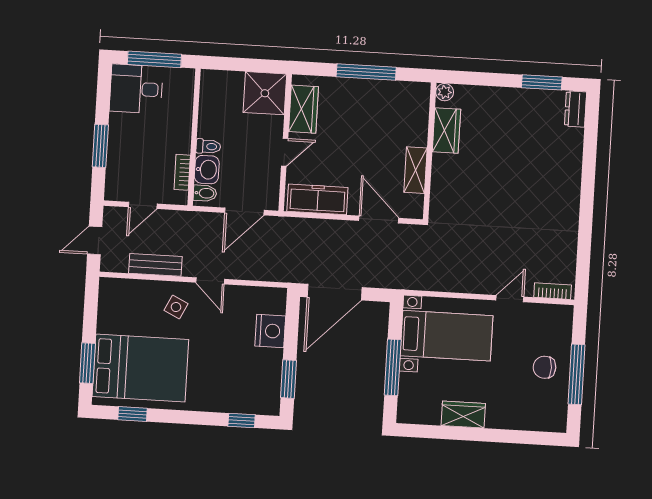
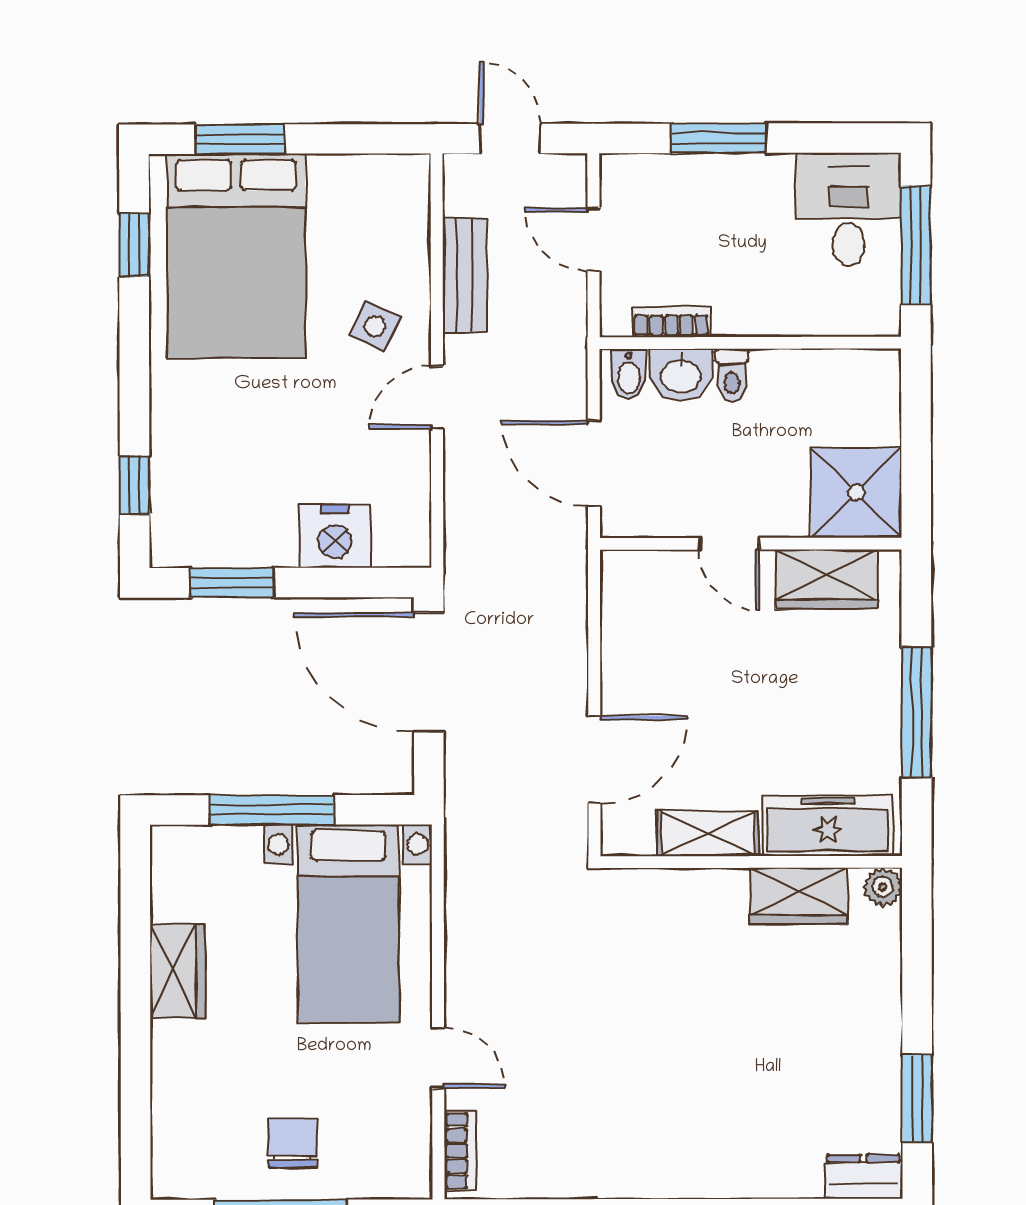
freezer: (317, 199) -> (828, 826), moved, turned -90

